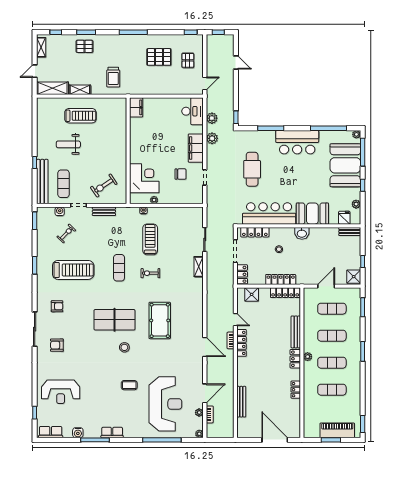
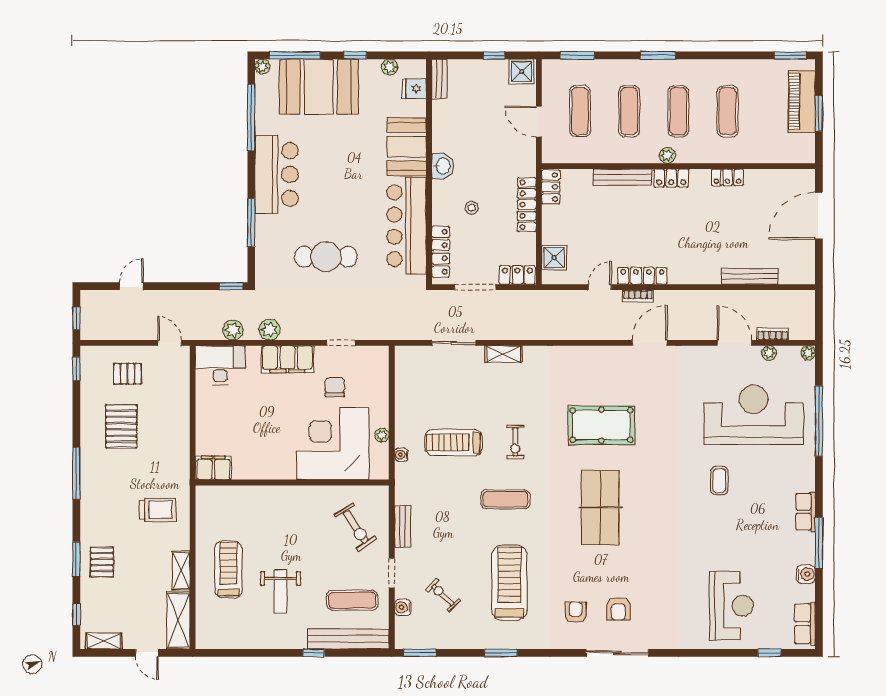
corner desk: (144, 178) -> (333, 444), width x1.36, depth x1.36
locker: (285, 293) -> (551, 187), width x0.66
armchair: (57, 345) -> (618, 609), moved
stool: (124, 347) -> (650, 489), removed

